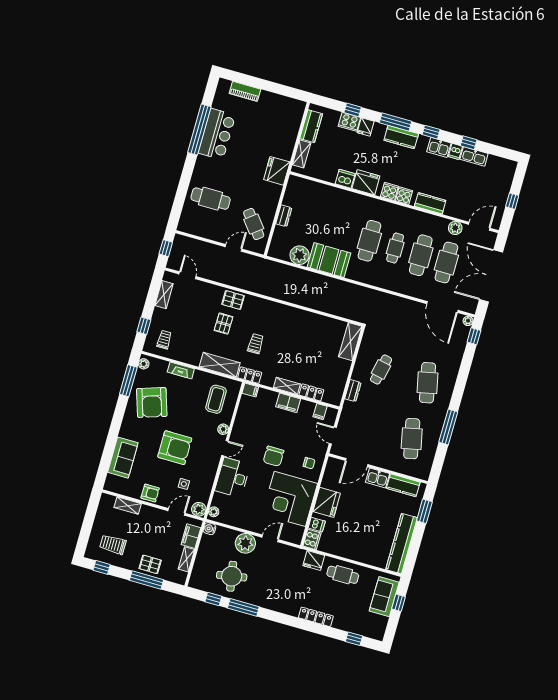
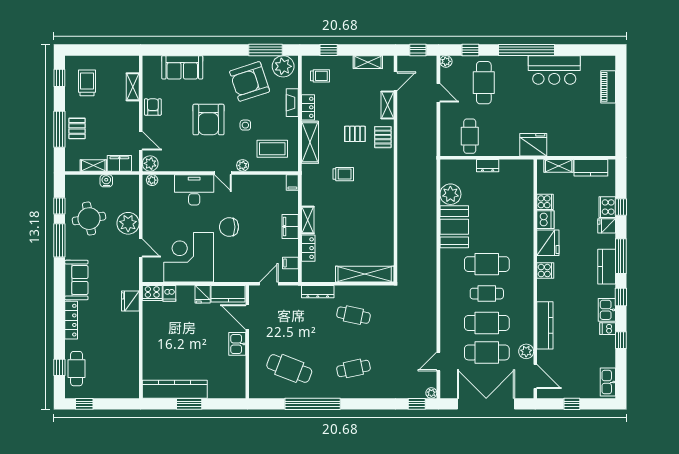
window: (199, 130) -> (526, 50), moved
kitchen sink: (474, 156) -> (608, 382), moved
cooker: (404, 196) -> (545, 202), moved
window: (179, 202) -> (470, 50), added
kitchen counter: (430, 203) -> (545, 325), width x1.50
cafe table: (254, 224) -> (470, 136), turned -52
plant: (183, 226) -> (446, 61), added
door: (233, 248) -> (438, 93), moved
shelving: (206, 288) -> (387, 105), added
door: (442, 307) -> (438, 361), width x0.53
shelving: (350, 342) -> (365, 274), width x1.47
plant: (144, 364) -> (283, 66), width x1.88, depth x1.88
locker: (250, 375) -> (308, 107), moved
cafe table: (428, 383) -> (353, 368), width x0.73, depth x0.74
dresser: (353, 391) -> (318, 292), width x1.44
window: (448, 427) -> (313, 404), width x1.46
cafe table: (412, 439) -> (289, 368), turned 33
chair: (309, 463) -> (232, 267), removed
side table: (184, 484) -> (245, 125), moved
kitchen counter: (403, 485) -> (228, 294), moved, turned -90
armchair: (150, 493) -> (153, 107), turned 180
fridge: (327, 502) -> (203, 294), width x0.53, depth x0.75
window: (424, 511) -> (189, 404), moved
water cooler: (210, 529) -> (106, 181), moved
cafe table: (343, 575) -> (77, 369), moved
sofa: (384, 597) -> (76, 280), moved, turned 90
window: (399, 603) -> (84, 404), moved

